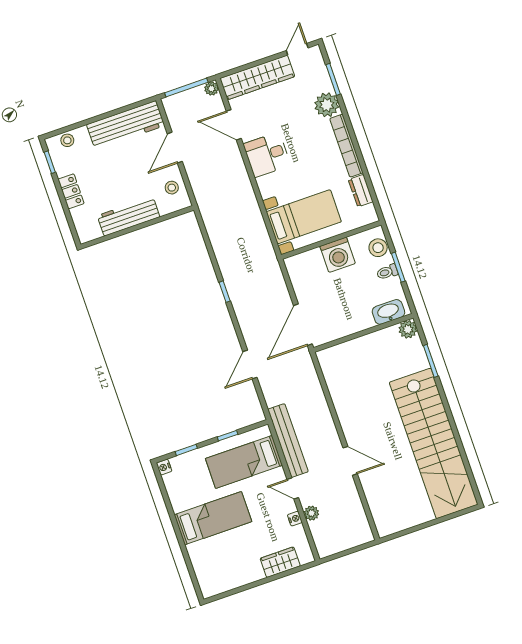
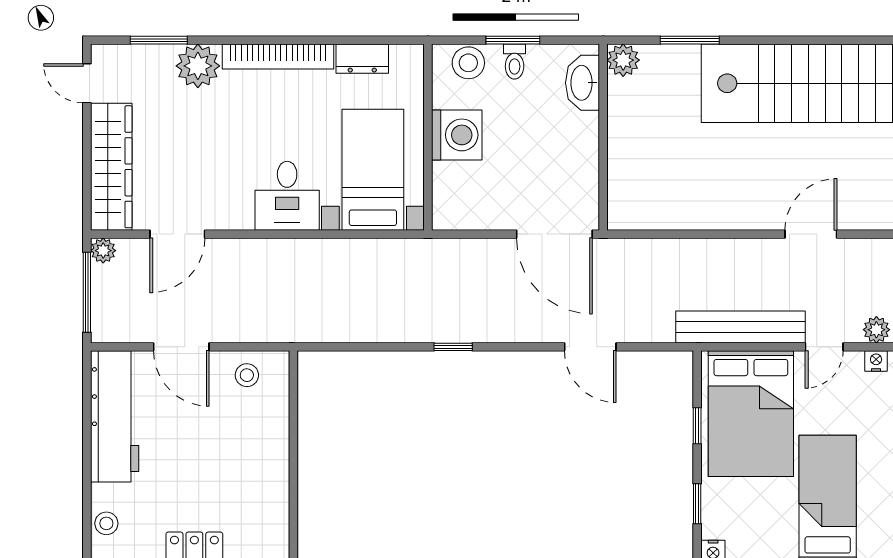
desk: (267, 155) -> (287, 196), moved
workbench: (129, 216) -> (270, 465), removed
bed: (244, 462) -> (751, 414), width x1.50

